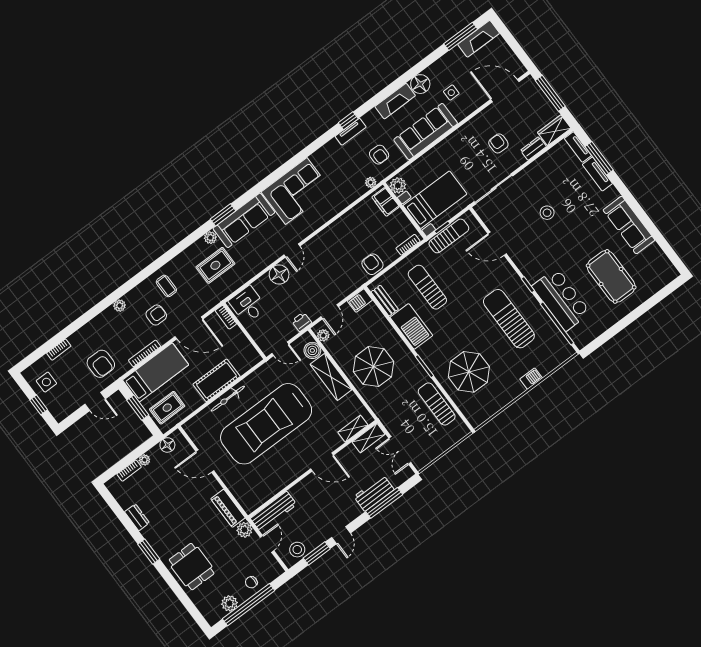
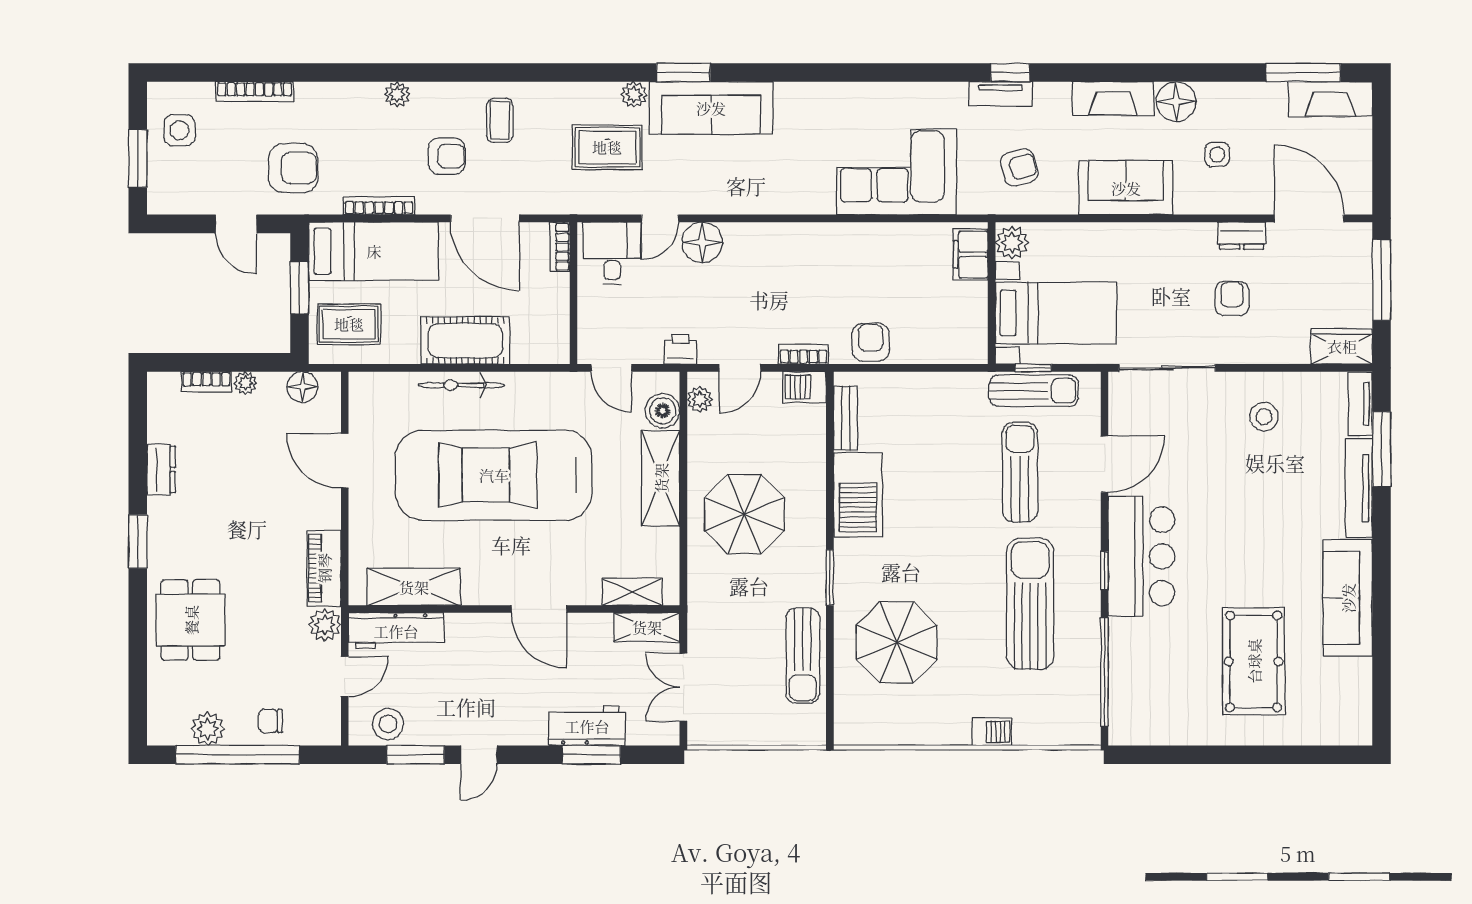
sofa: (426, 132) -> (1126, 188), width x0.73
dresser: (533, 148) -> (1242, 236), moved, turned 180
armchair: (379, 155) -> (1019, 168), turned -105
tv unit: (597, 174) -> (1359, 488), width x1.41
plant: (371, 182) -> (970, 203), removed
corner sofa: (296, 191) -> (896, 172), moved, turned 180
stool: (547, 213) -> (1264, 417), moved
door: (497, 244) -> (1105, 464), swing flipped
bookcase: (408, 245) -> (804, 354), moved
door: (292, 250) -> (660, 218), moved
sun lounger: (427, 287) -> (1020, 472), moved
bar counter: (561, 299) -> (1141, 556), moved
bookcase: (59, 350) -> (255, 92), width x1.56
armchair: (101, 364) -> (293, 168), turned -90
sun lounger: (437, 404) -> (803, 656), turned 180
window: (39, 405) -> (138, 159), width x1.50
shelving: (268, 490) -> (414, 587), added
window: (384, 503) -> (591, 755), width x0.69

